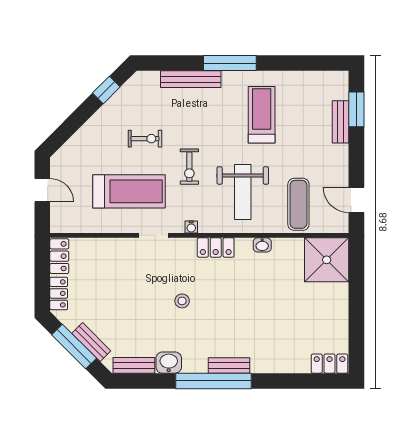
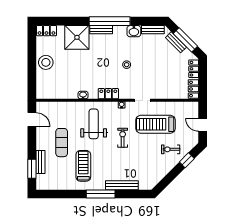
window: (106, 90) -> (187, 160), moved
treadmill: (262, 115) -> (83, 166), turned 180
exercise bike: (145, 139) -> (171, 149), moved
exercise mat: (298, 204) -> (62, 143), moved
shower: (327, 260) -> (77, 37), moved
stool: (331, 305) -> (46, 62), added

